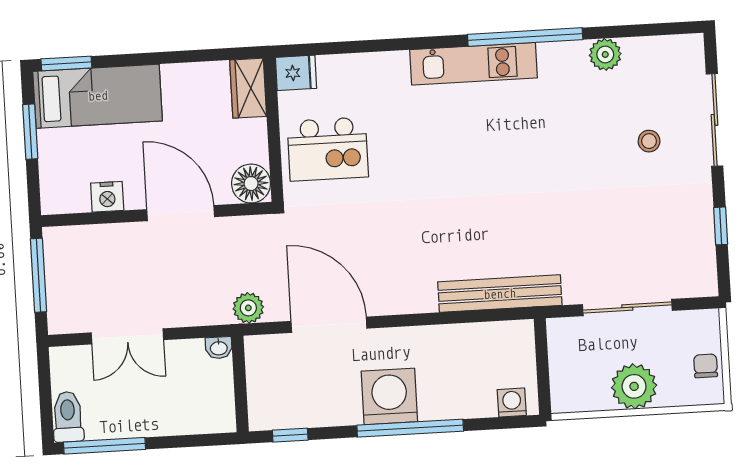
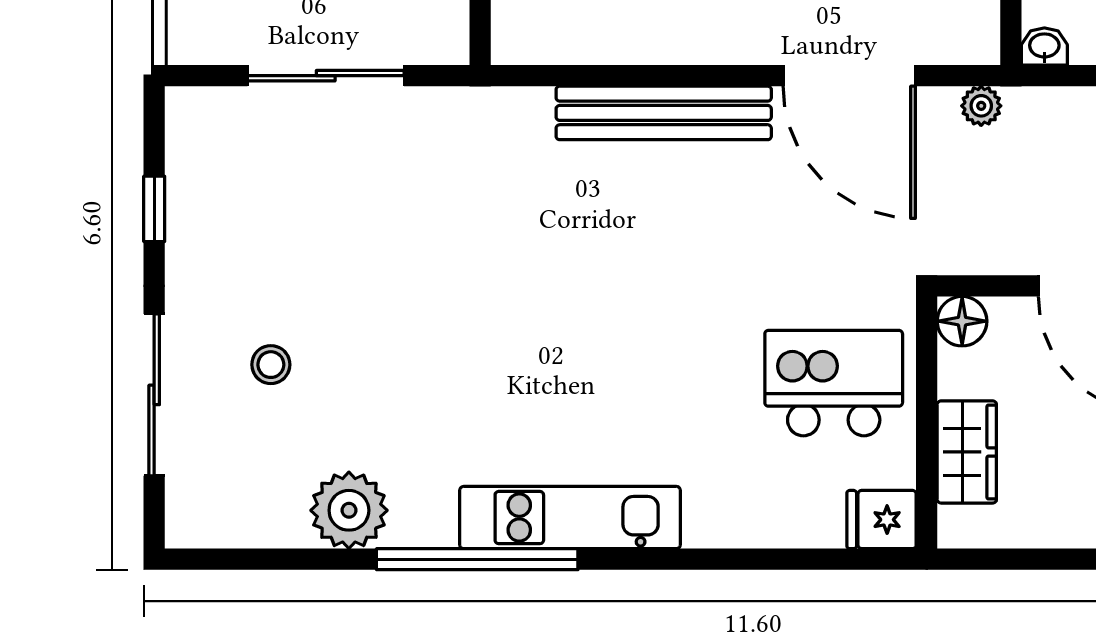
plant: (605, 54) -> (349, 510), width x1.36, depth x1.36
wardrobe: (248, 88) -> (967, 452), moved
floor lamp: (251, 184) -> (962, 321), width x0.73, depth x0.73
bench: (500, 294) -> (664, 113), moved
plant: (248, 308) -> (981, 106), width x0.73, depth x0.73

